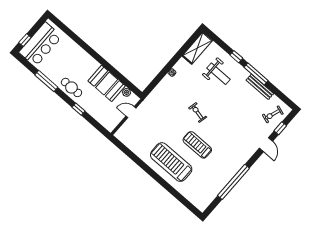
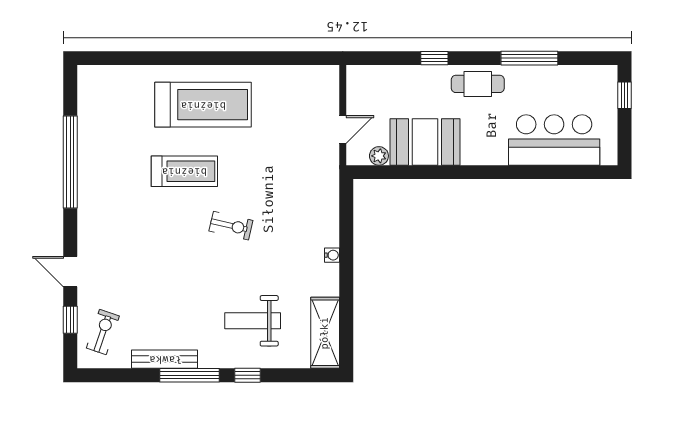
bar counter: (40, 44) -> (554, 140), moved, turned 90

